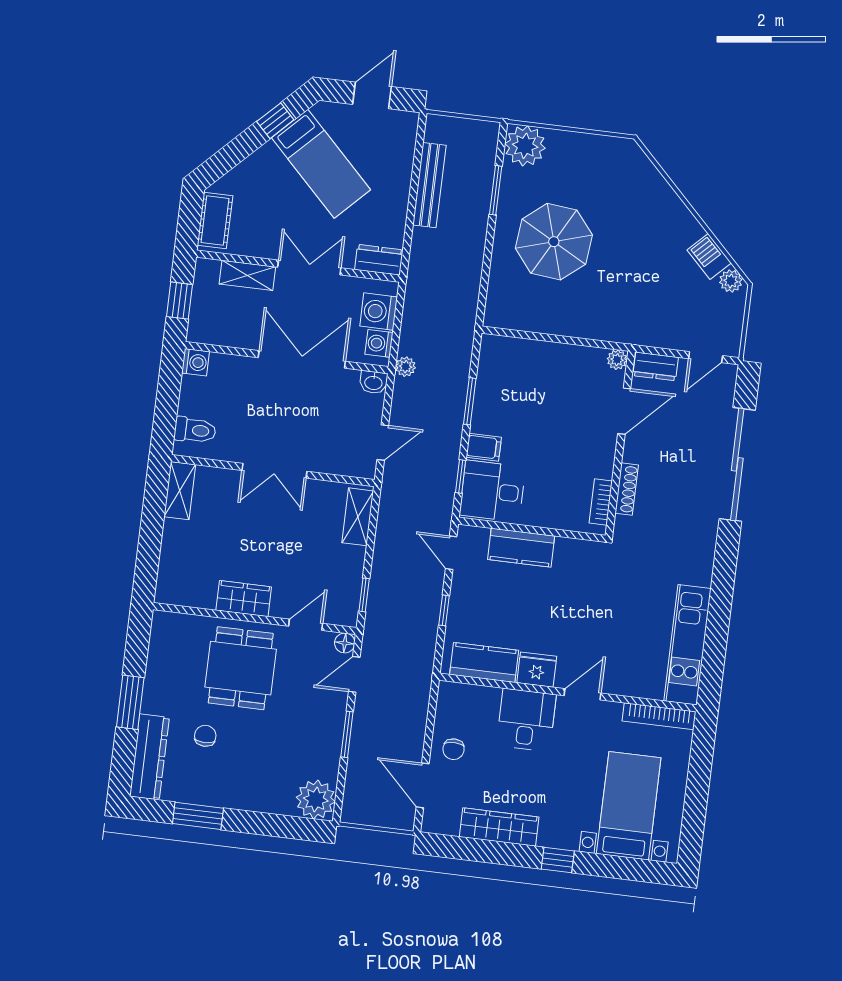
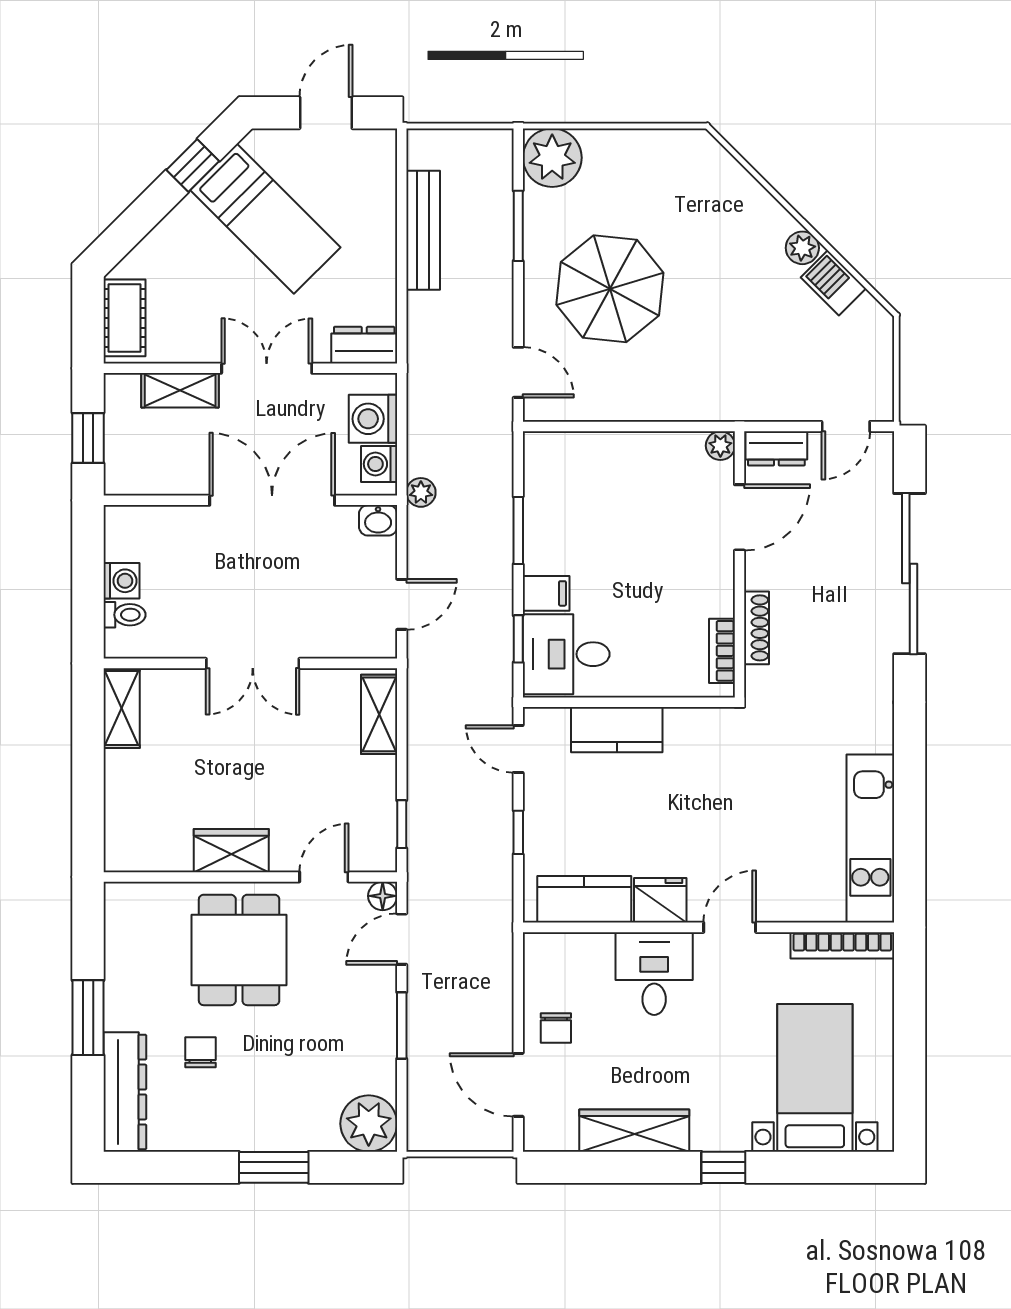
plant: (731, 281) -> (802, 248), moved
door: (483, 292) -> (518, 372), added
washing machine: (195, 362) -> (121, 581), moved
toilet: (195, 430) -> (124, 615), width x0.73, depth x0.72
window: (198, 816) -> (274, 1167), moved

